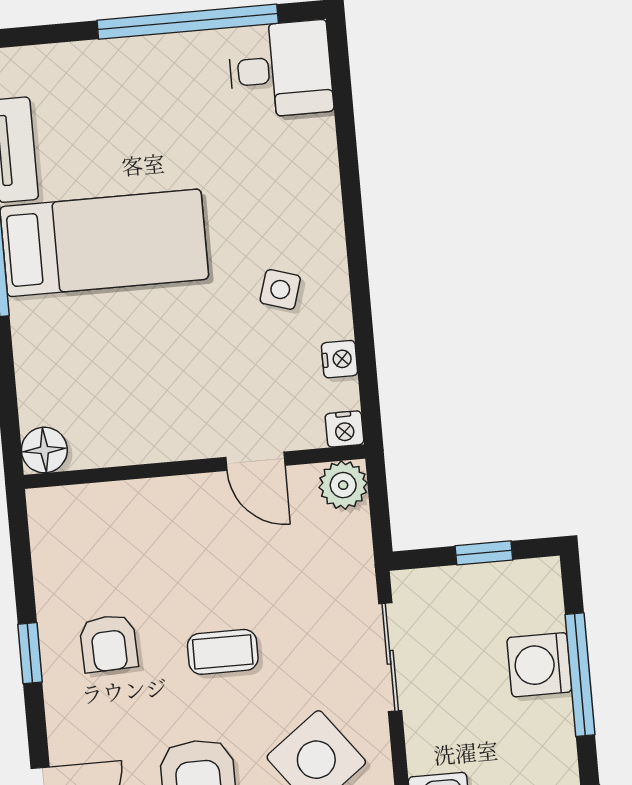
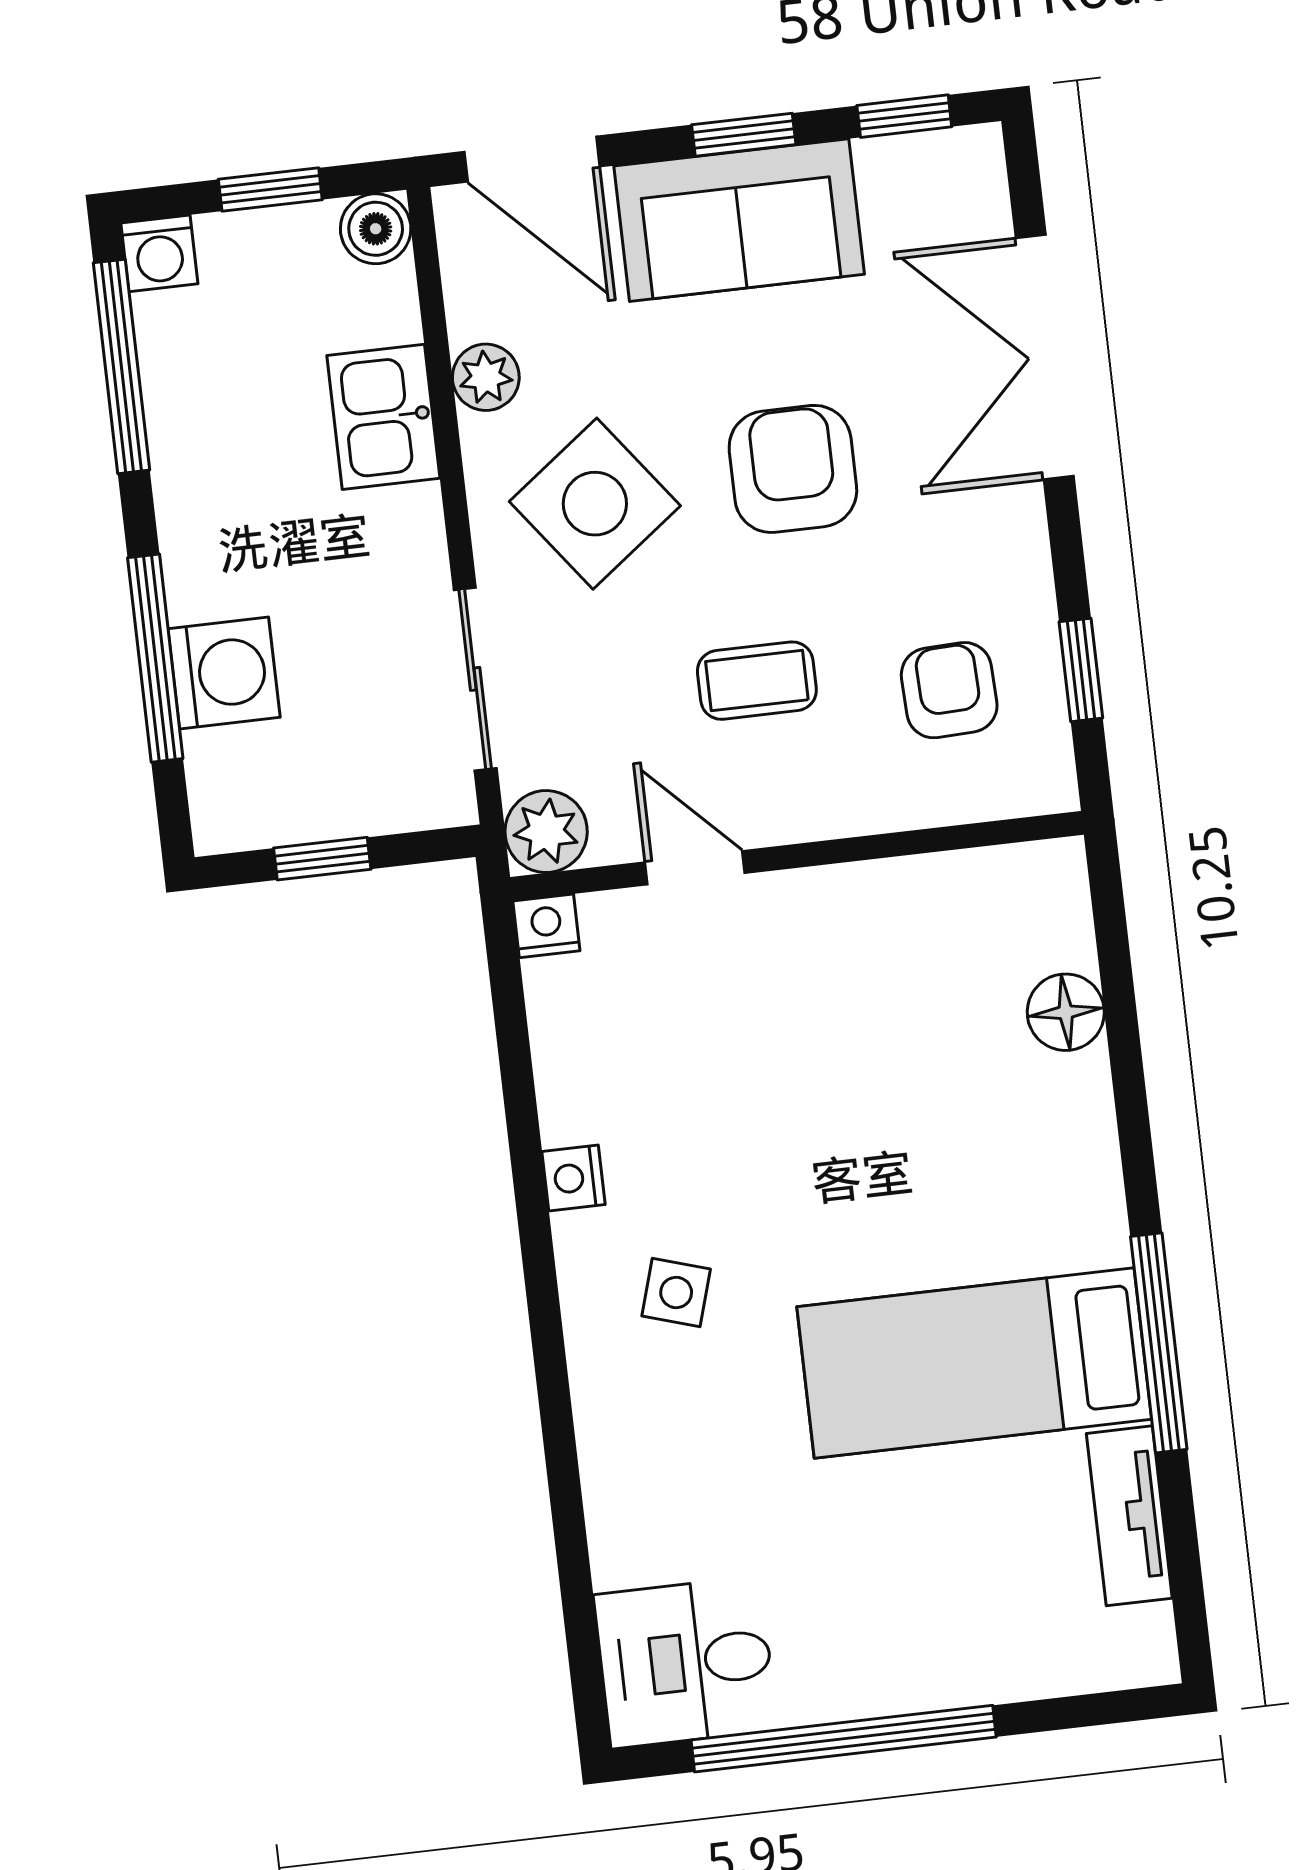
nightstand: (344, 429) -> (546, 926), moved
door: (255, 461) -> (695, 868), moved
wall: (194, 467) -> (797, 856), moved
plant: (343, 485) -> (546, 832), moved

